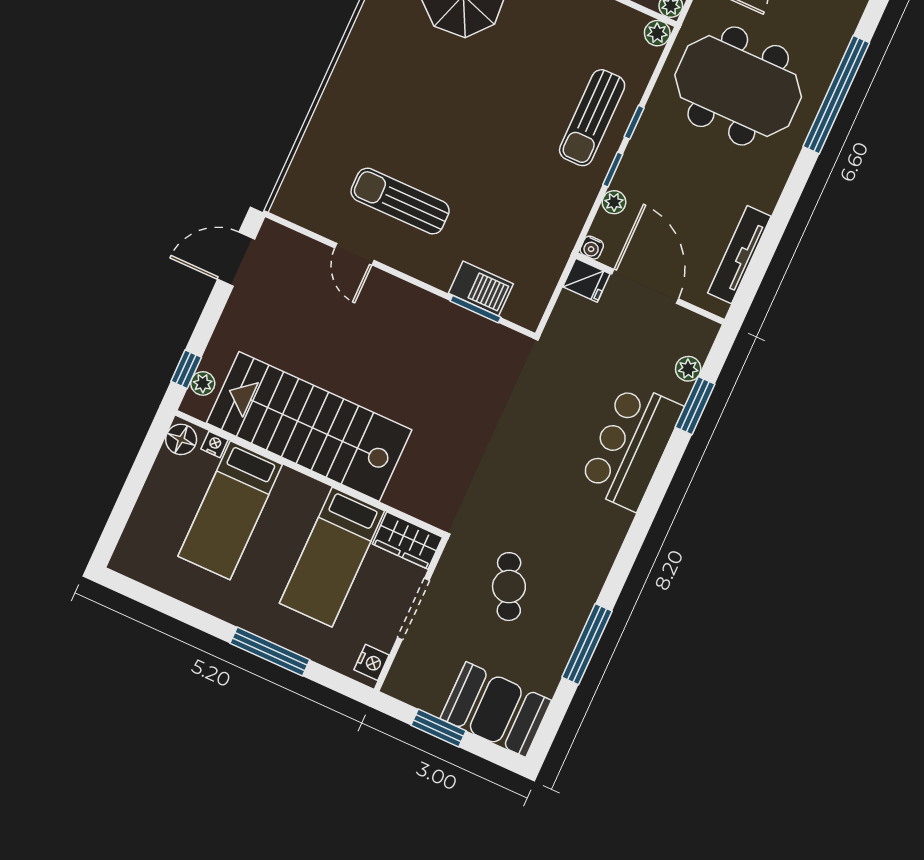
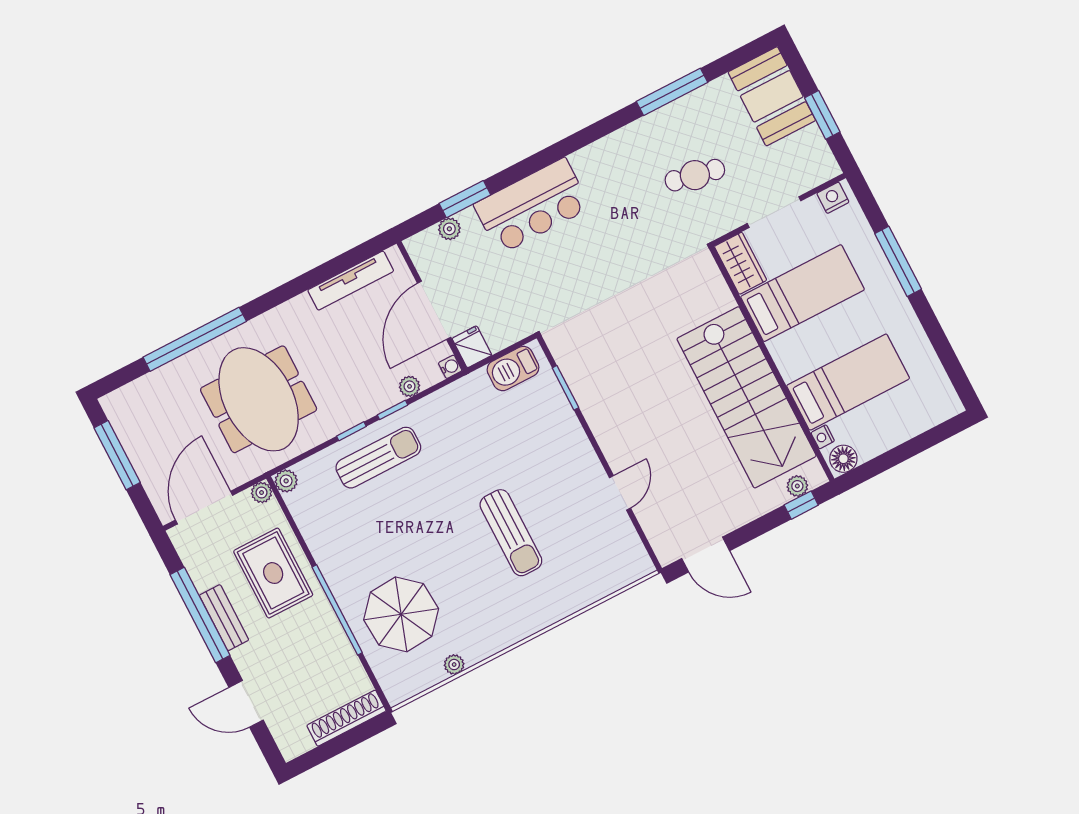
sun lounger: (400, 201) -> (511, 533), moved
barbecue: (481, 289) -> (513, 369), moved, turned -90
cafe table: (509, 587) -> (695, 175), turned 36

